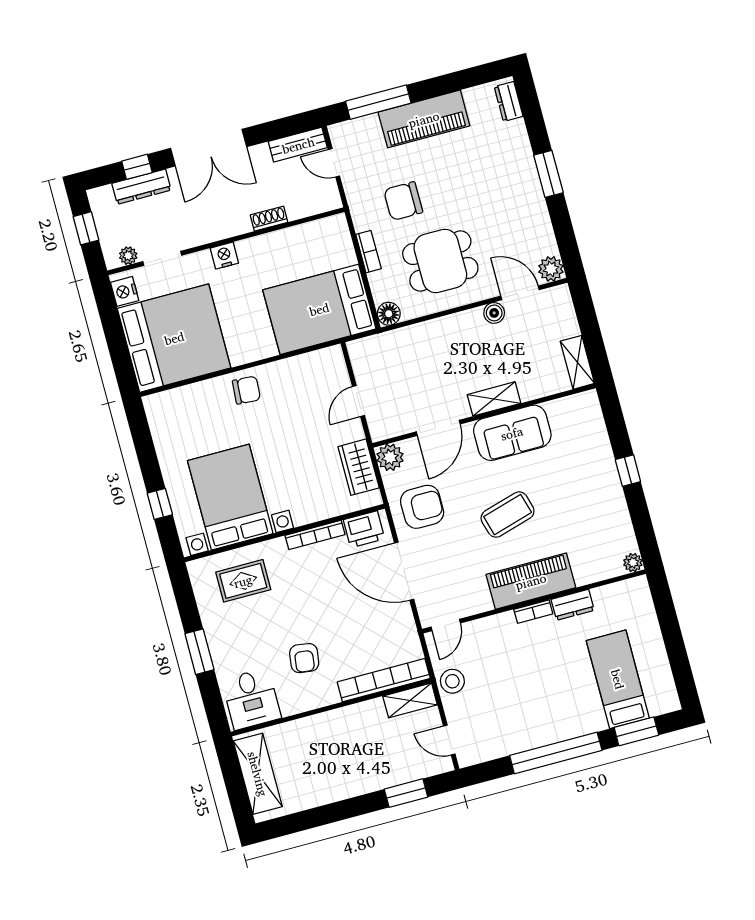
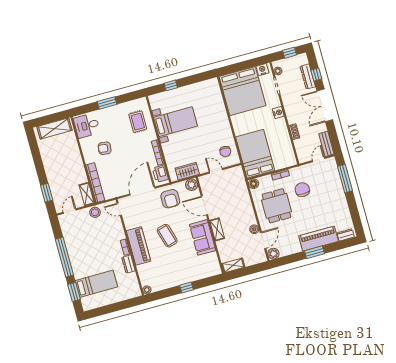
piano: (424, 119) -> (319, 239), moved, turned 90
chair: (246, 390) -> (225, 152), moved
bed with nightstands: (230, 497) -> (176, 122), width x0.73

